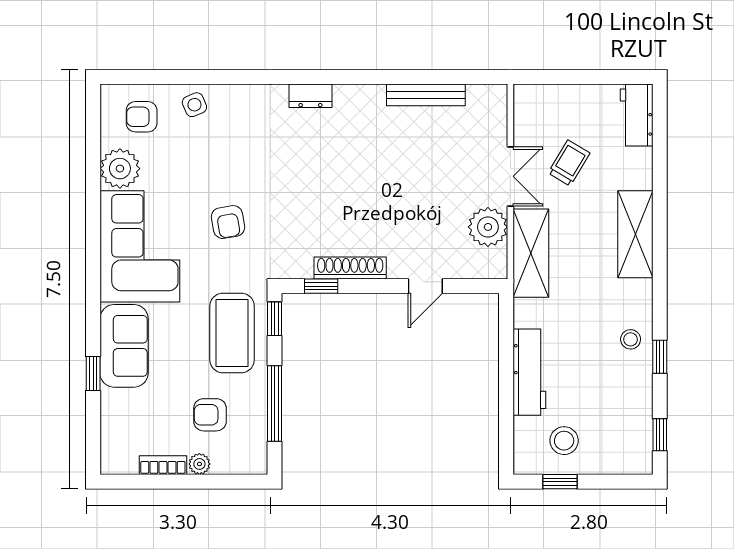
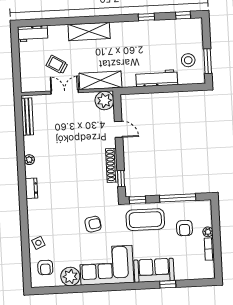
plant: (371, 94) -> (29, 160), added
bench: (426, 95) -> (27, 117), moved
plant: (488, 227) -> (104, 101), moved
stool: (631, 339) -> (139, 31), removed
window: (560, 482) -> (208, 61), width x1.50

